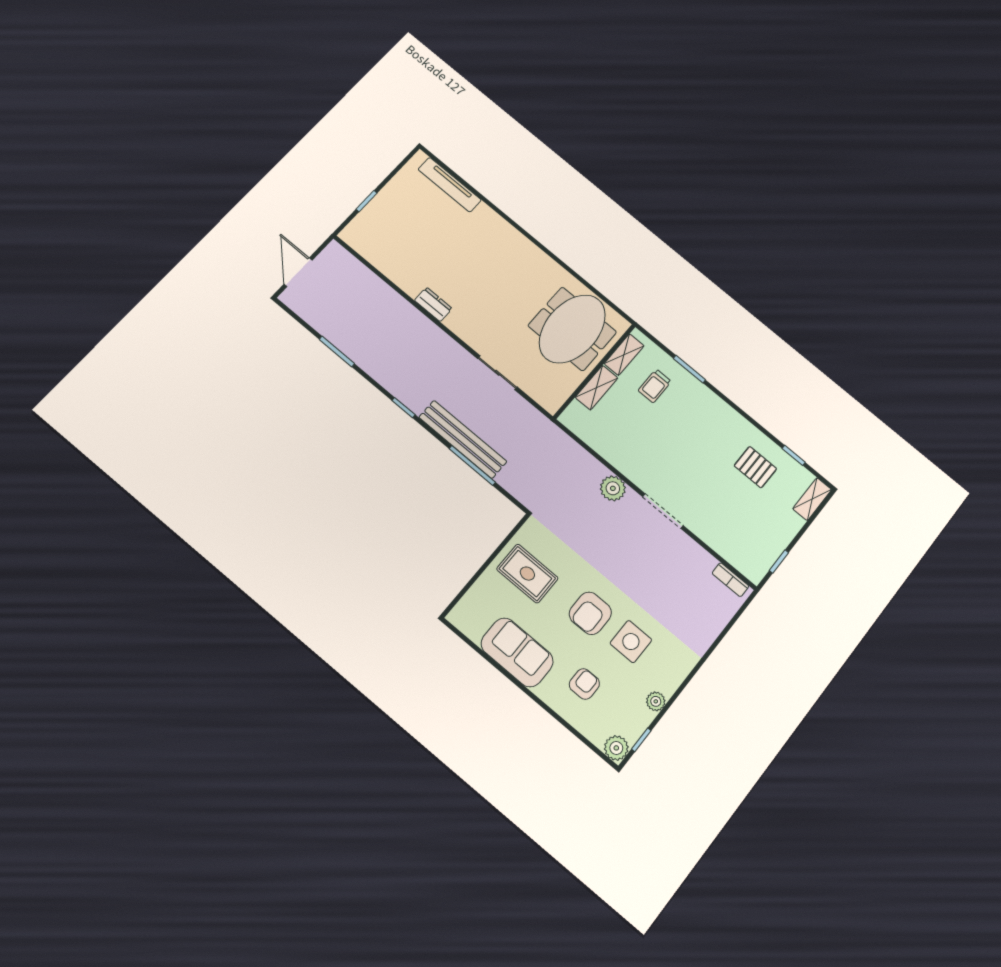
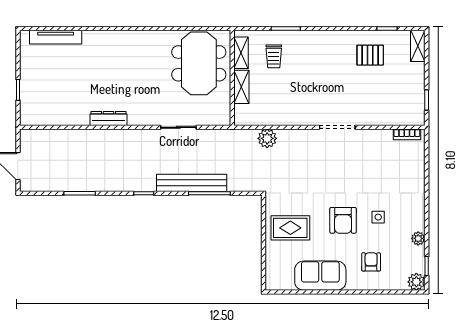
dresser: (433, 304) -> (109, 118), width x1.44
plant: (613, 488) -> (267, 138), moved
side table: (631, 642) -> (378, 217), width x0.54, depth x0.54

